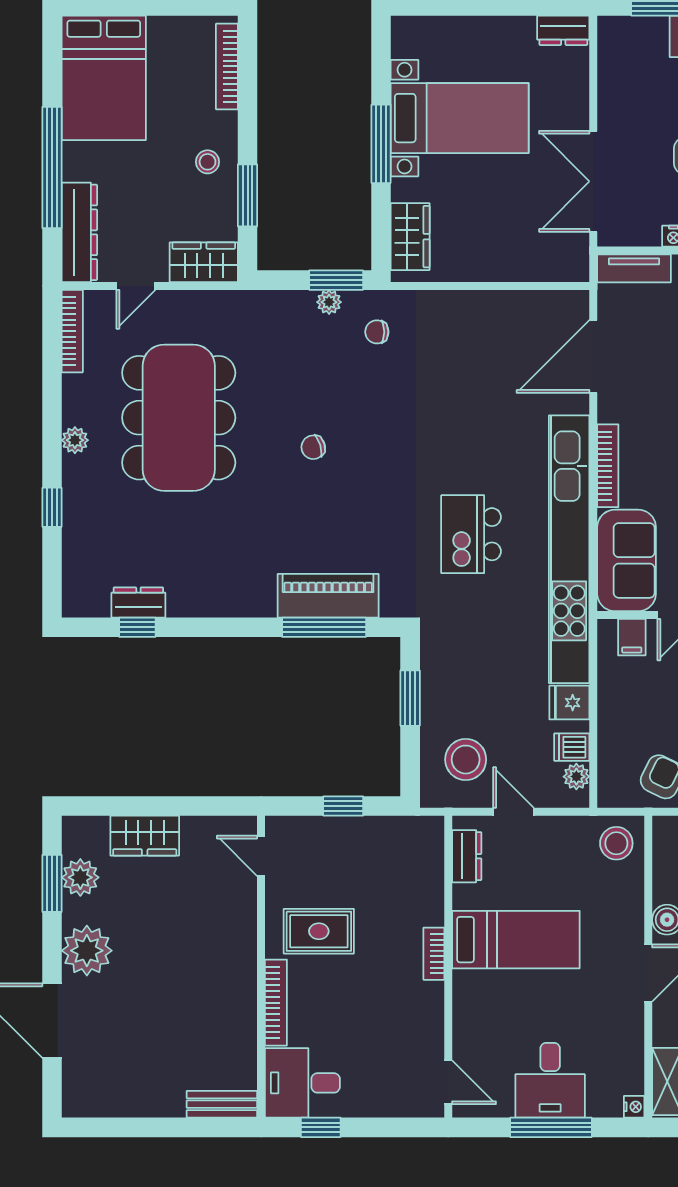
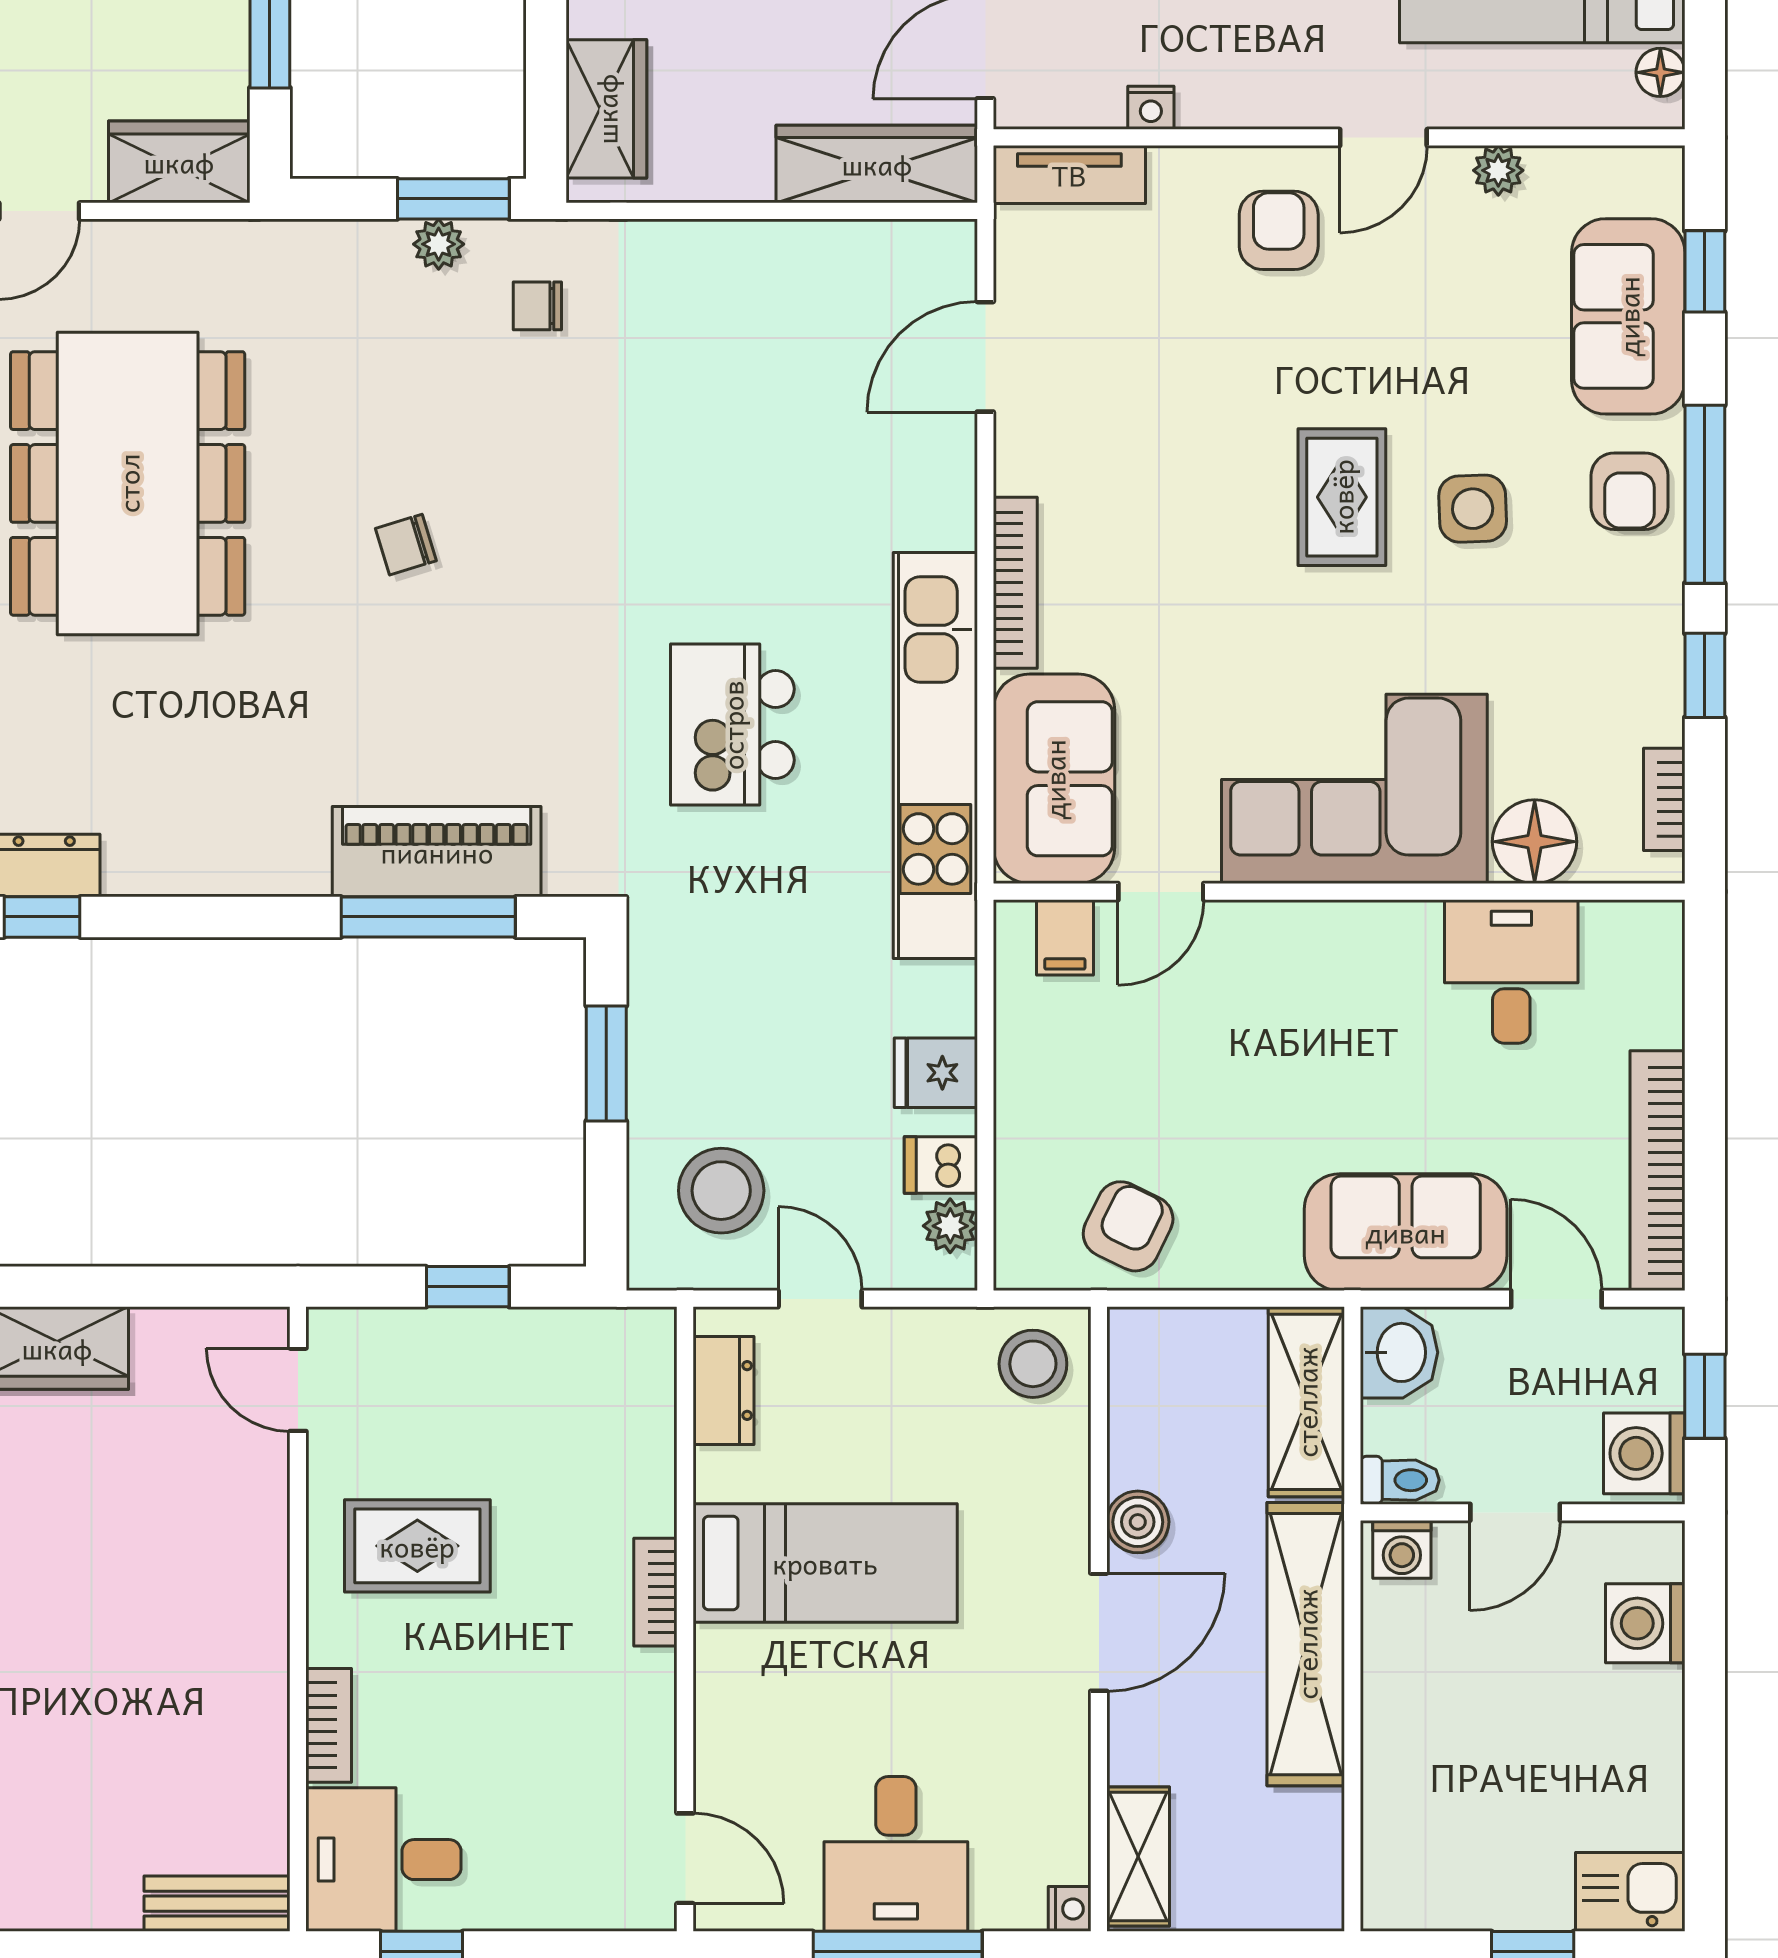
wardrobe: (541, 263) -> (877, 164), added
door: (593, 356) -> (985, 357), width x0.73
kitchen unit: (569, 549) -> (935, 756), width x0.73
bookcase: (276, 1003) -> (329, 1725), width x0.64

